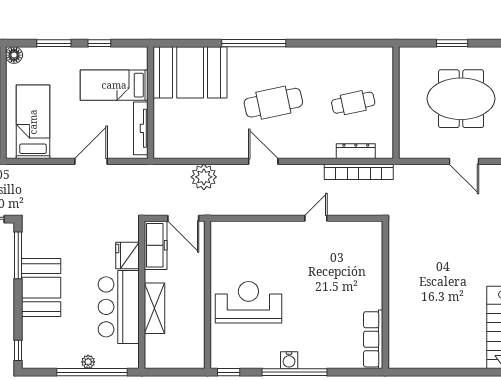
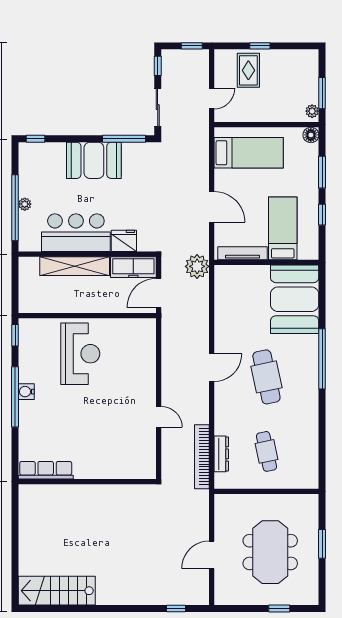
plant: (204, 177) -> (197, 266), moved
shelving: (154, 308) -> (75, 266), width x1.47

